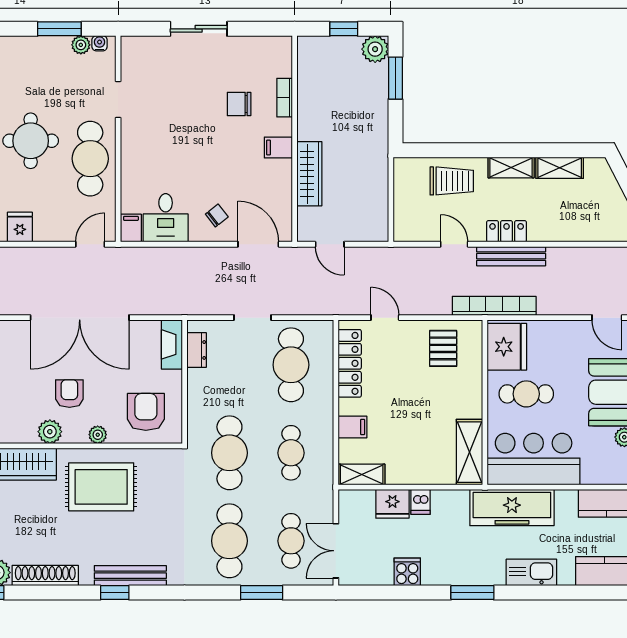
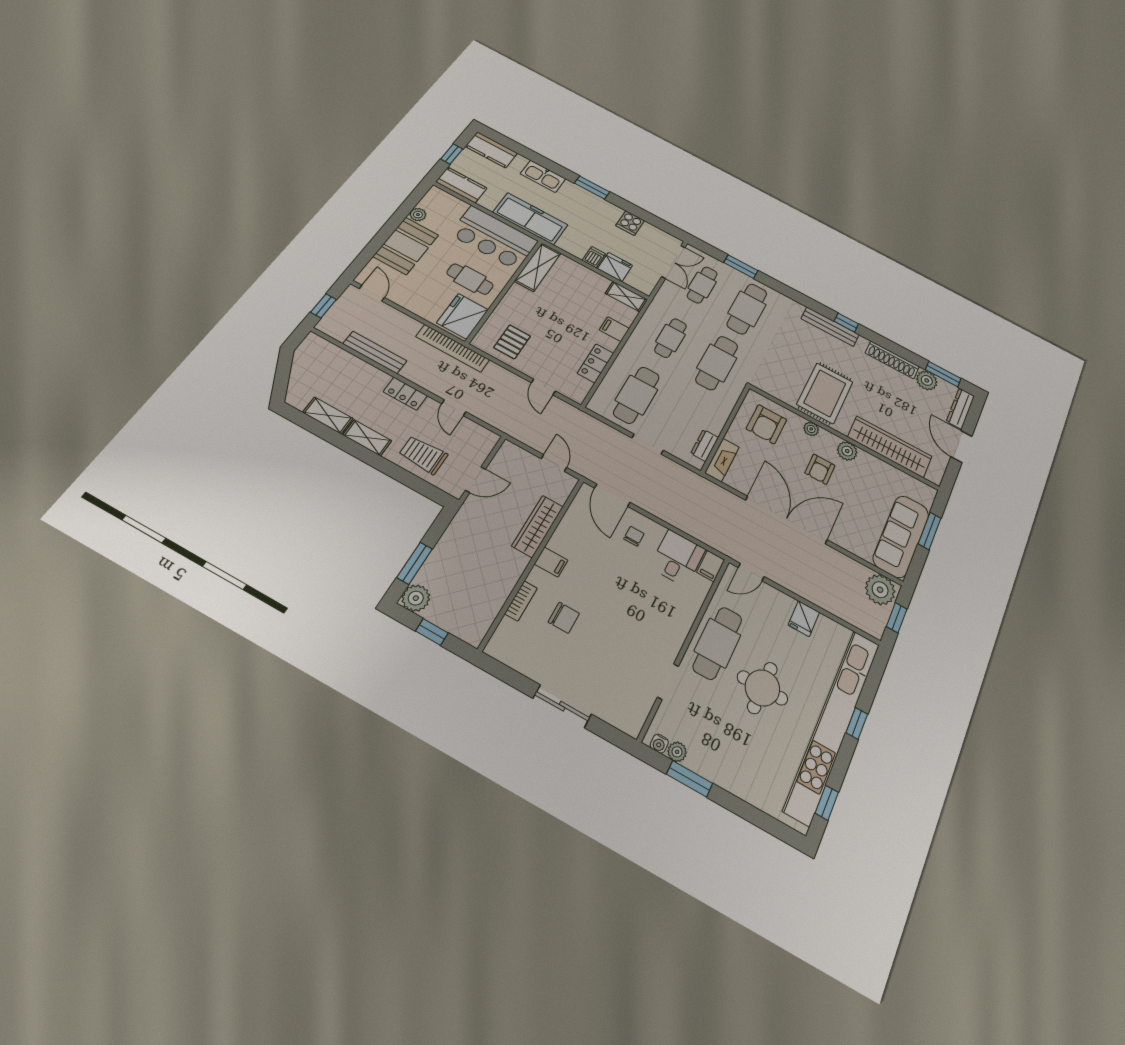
door: (391, 185) -> (475, 480), added
chair: (217, 216) -> (634, 536), turned 128
bench: (511, 256) -> (375, 352), moved
locker: (350, 363) -> (596, 363), width x0.66
rug: (101, 487) -> (825, 393), turned 90

